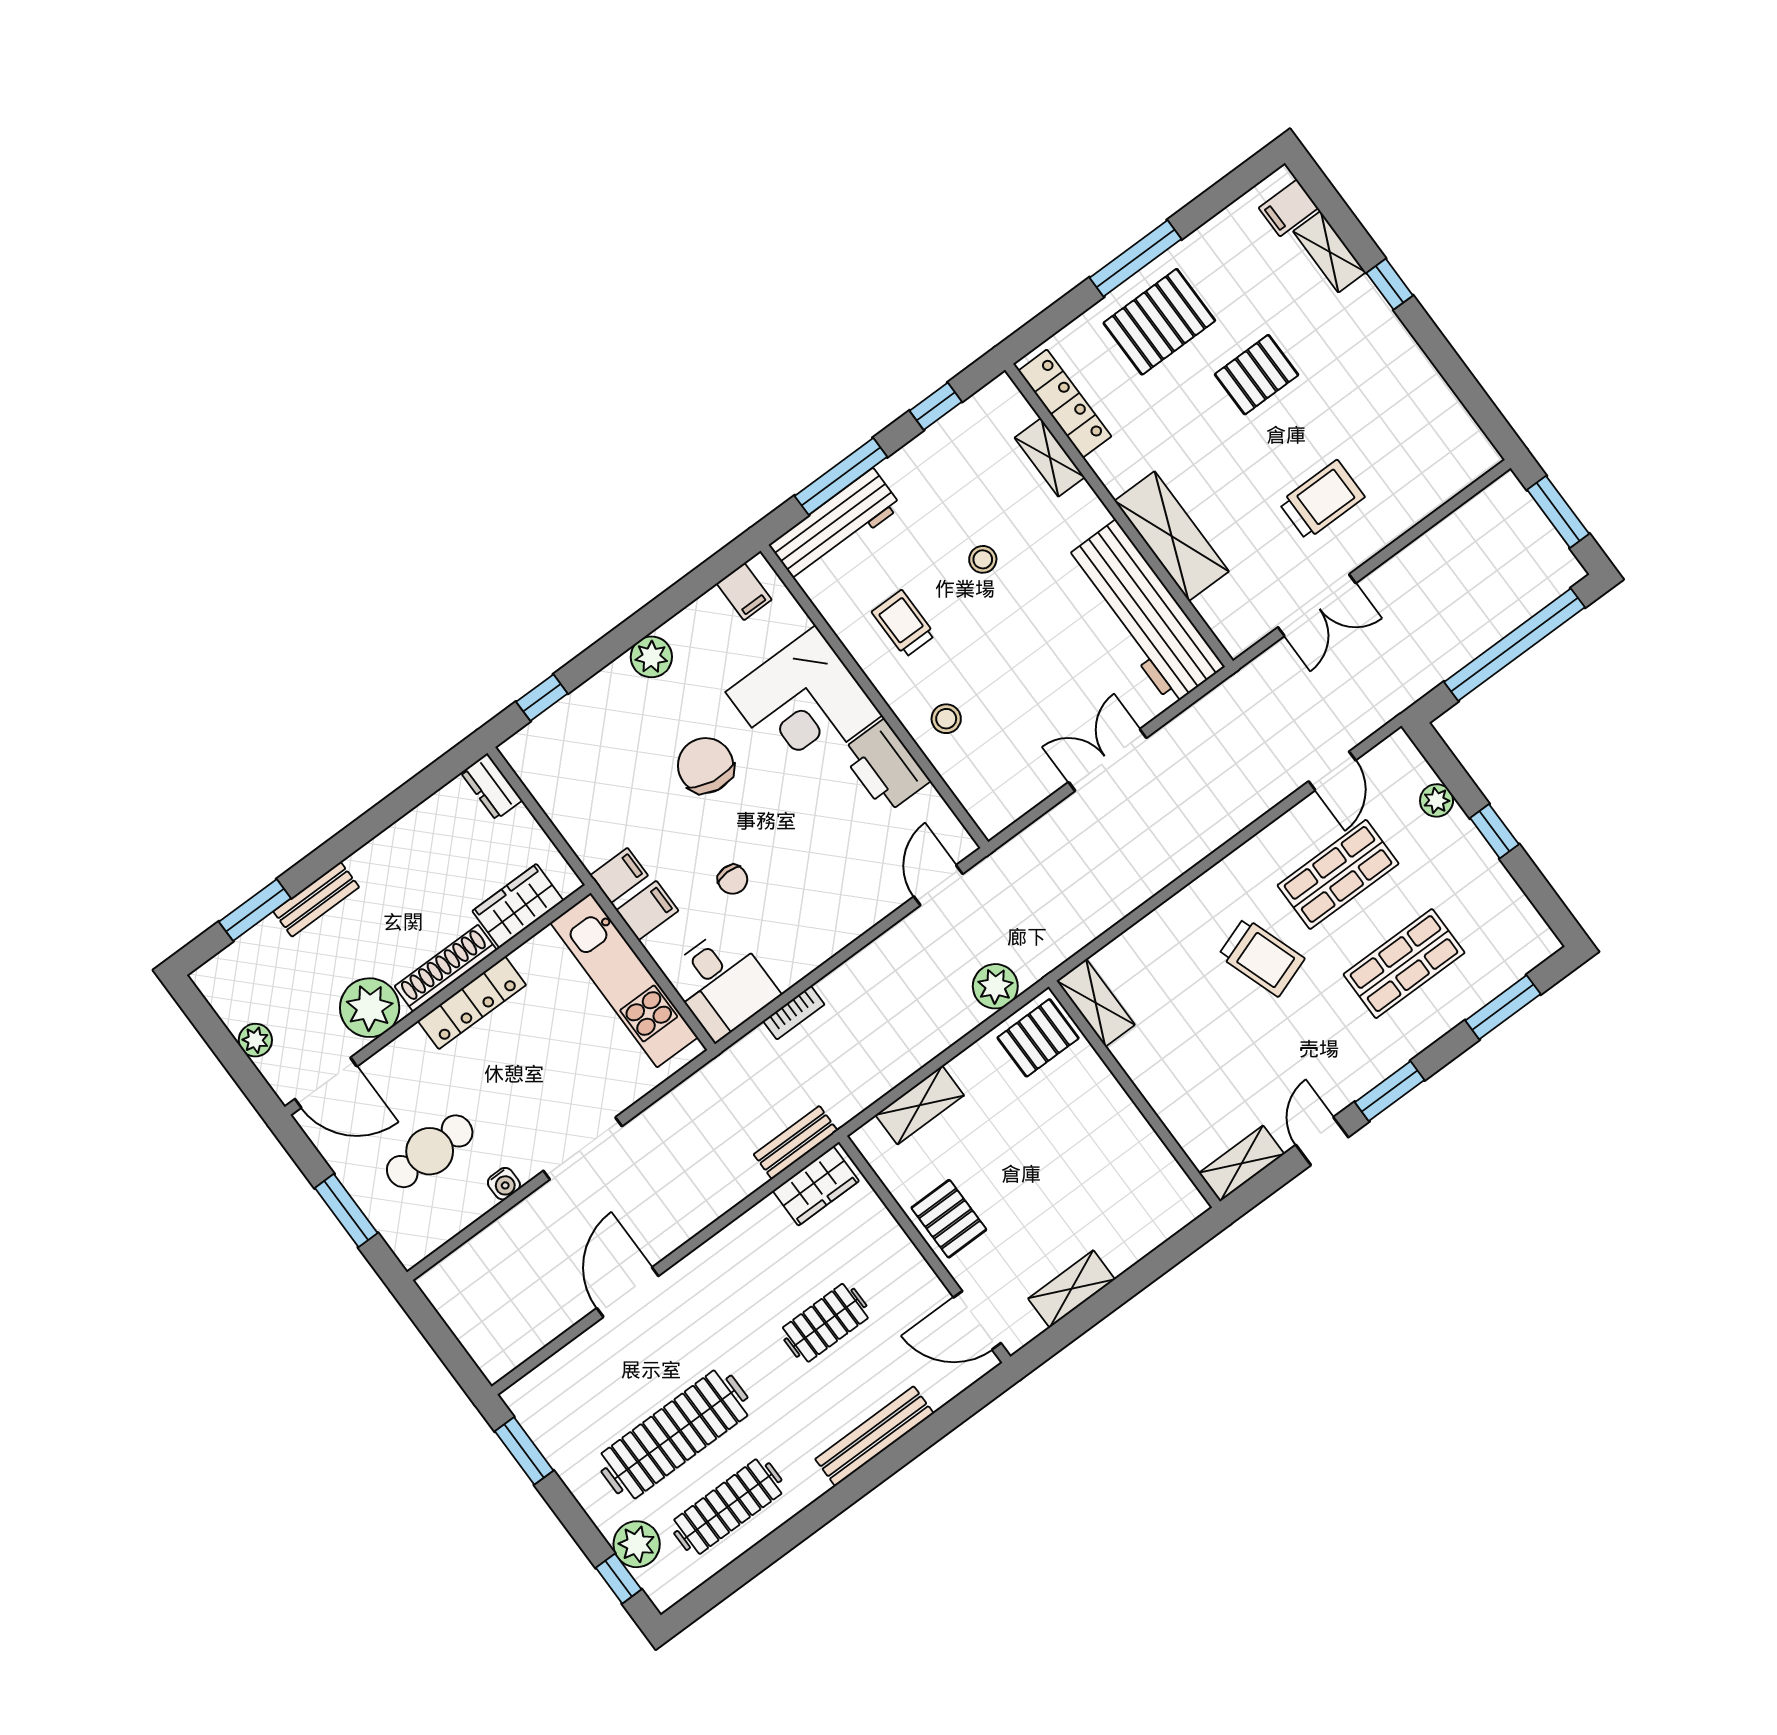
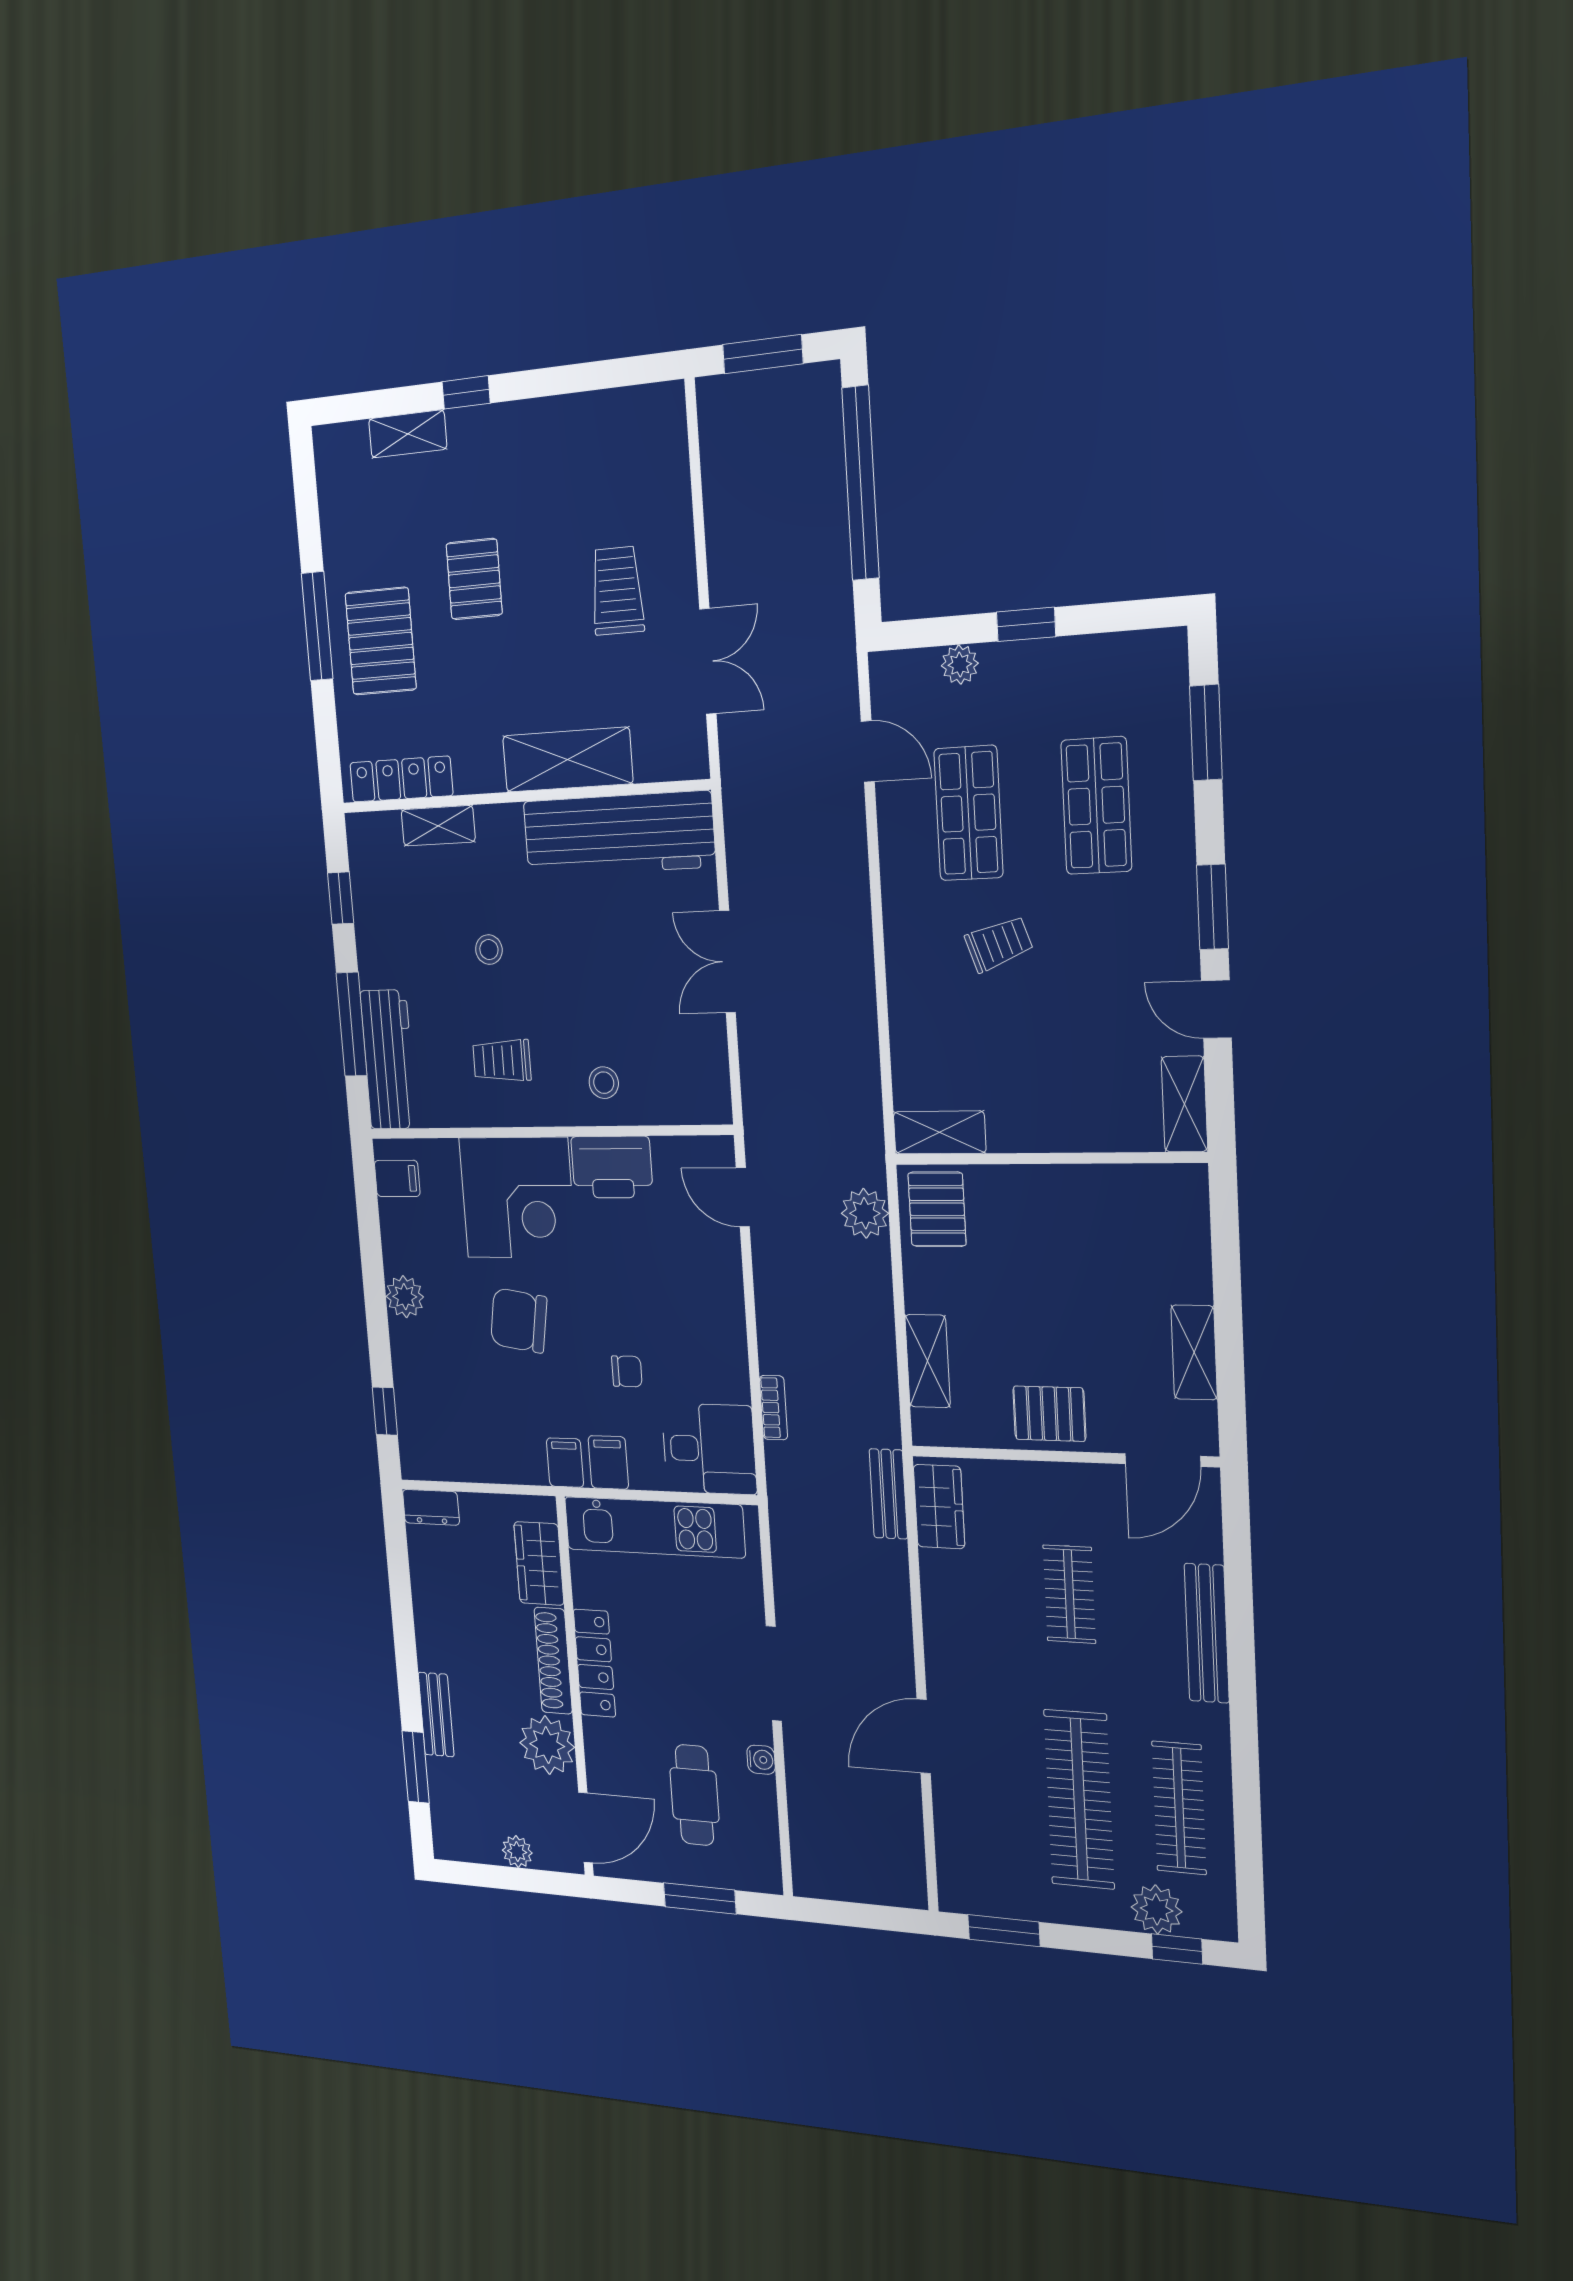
filing cabinet: (1289, 208) -> (351, 449), removed
trolley: (1261, 957) -> (999, 944), width x0.73, depth x0.72
door: (628, 1292) -> (924, 1736), hinge flipped

